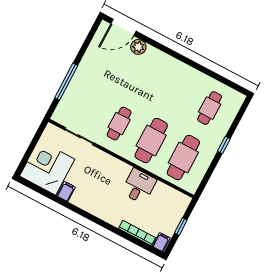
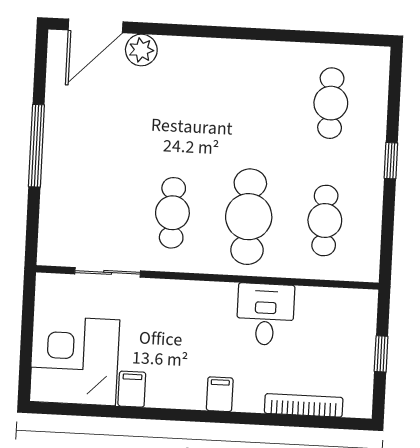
window: (66, 82) -> (36, 146), moved
cafe table: (183, 158) -> (325, 220), width x0.73, depth x0.74
filing cabinet: (161, 242) -> (220, 394), moved

